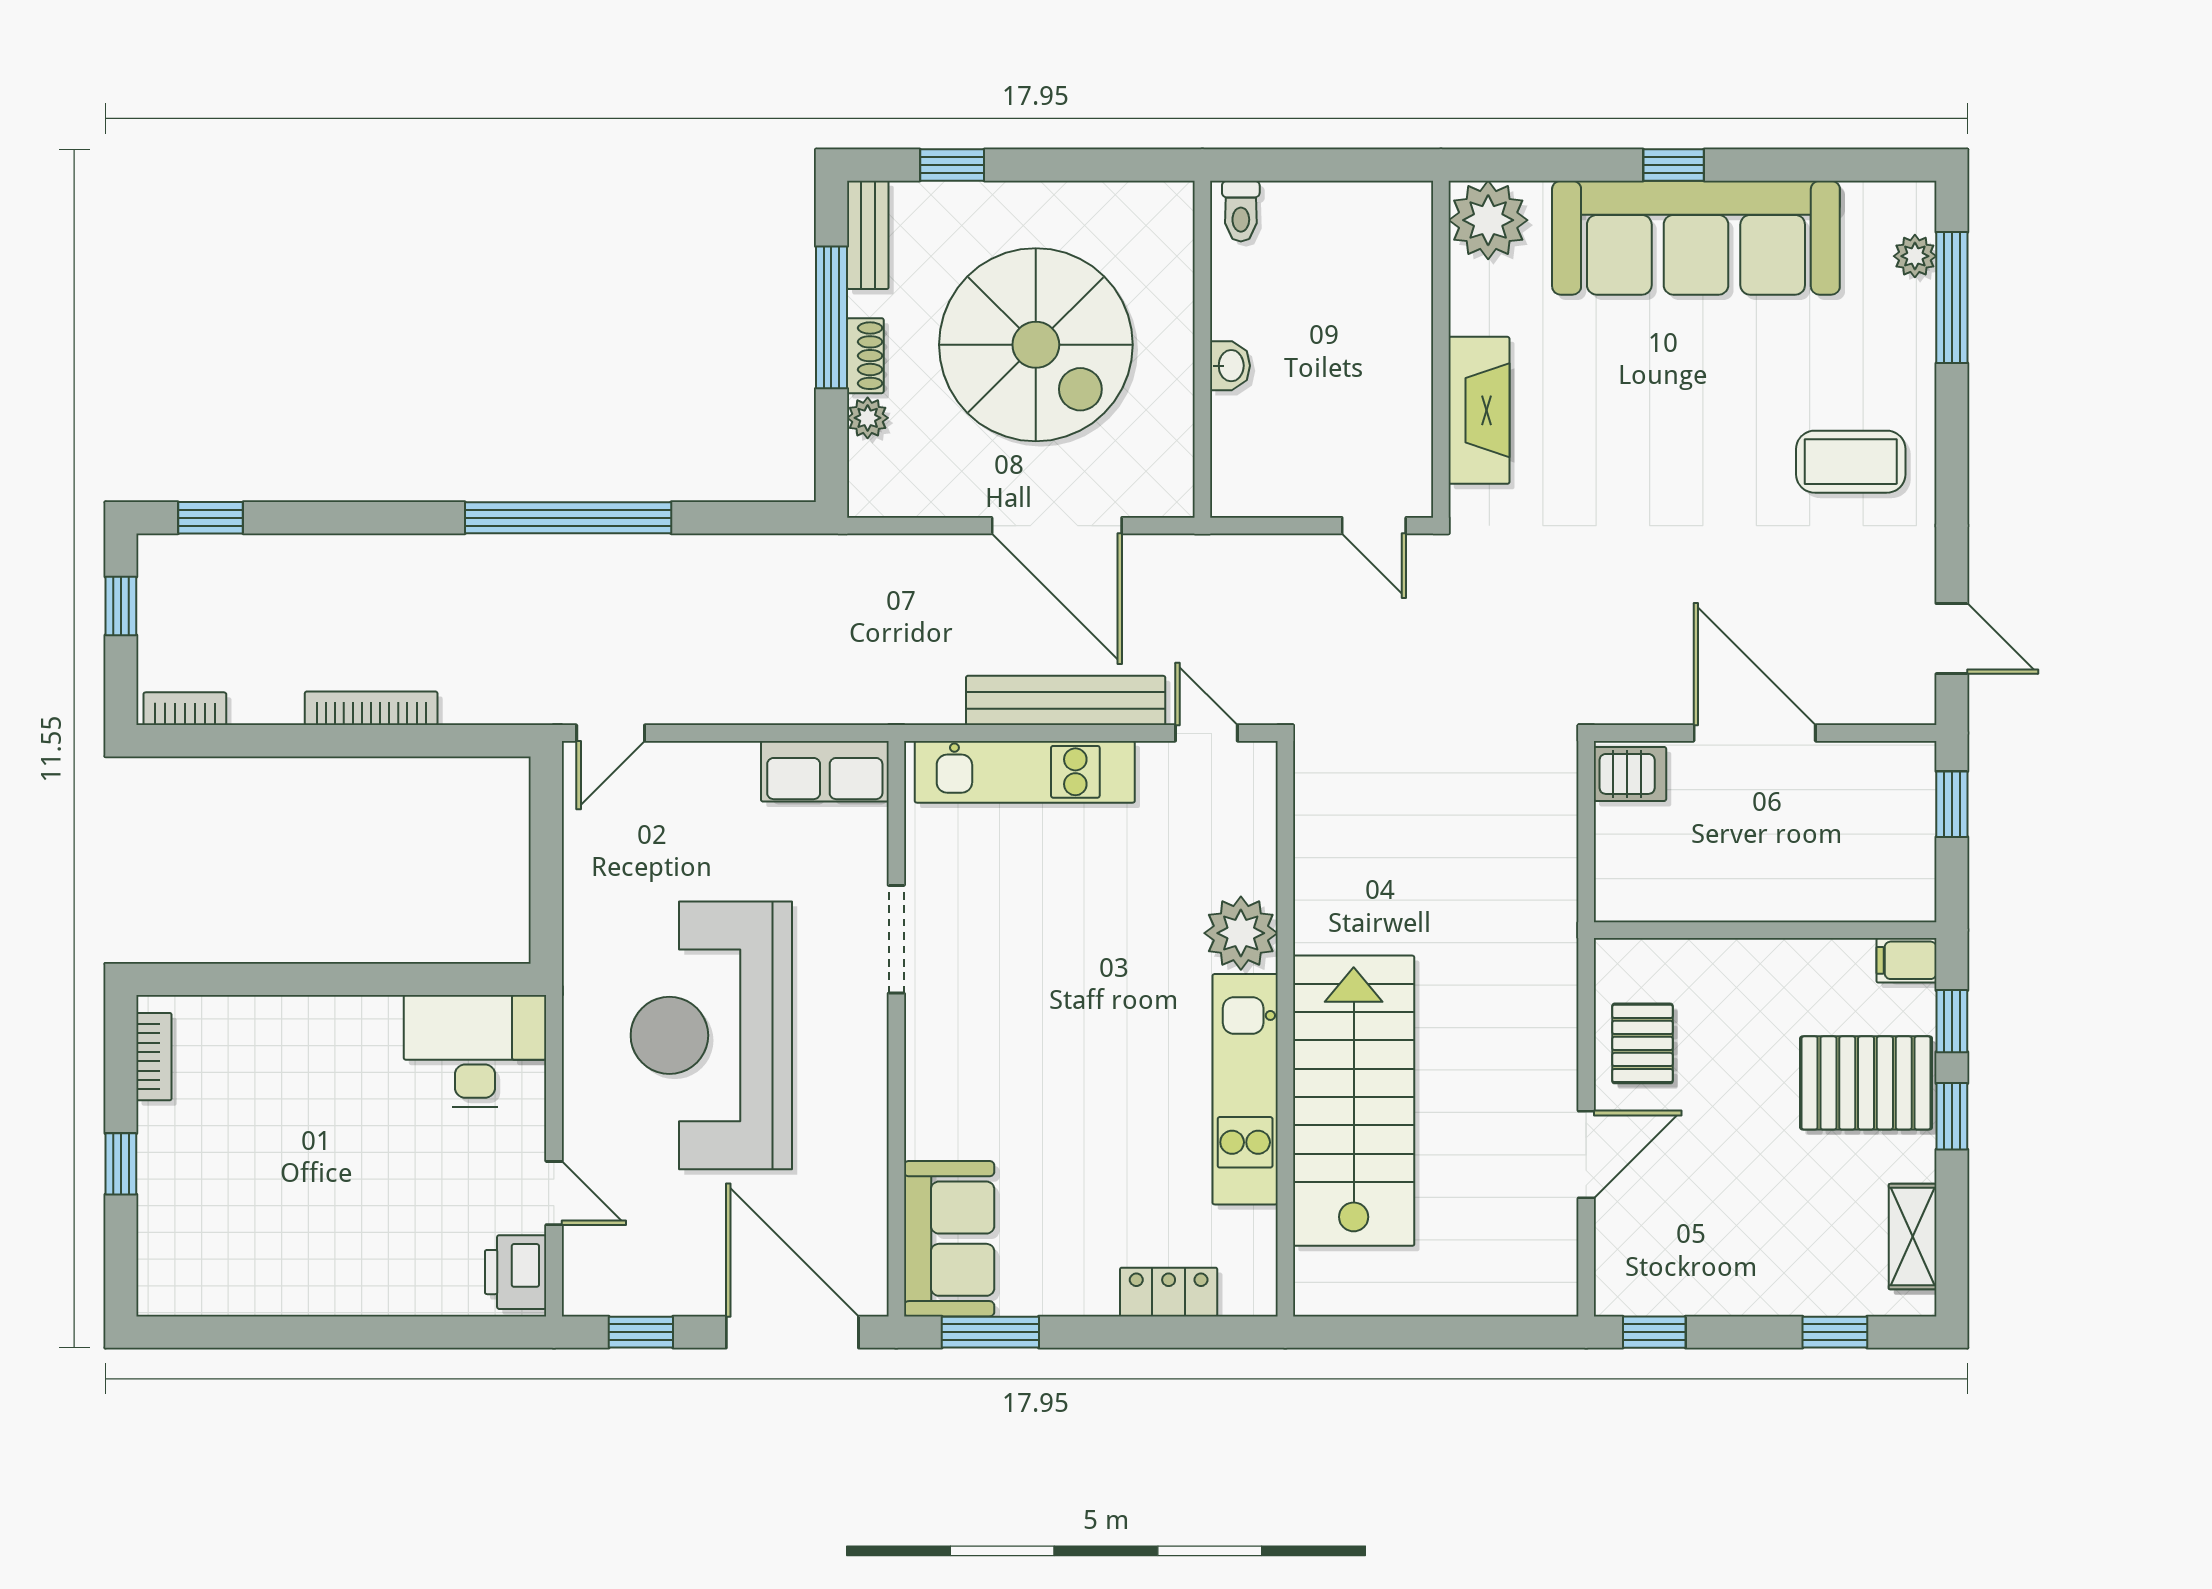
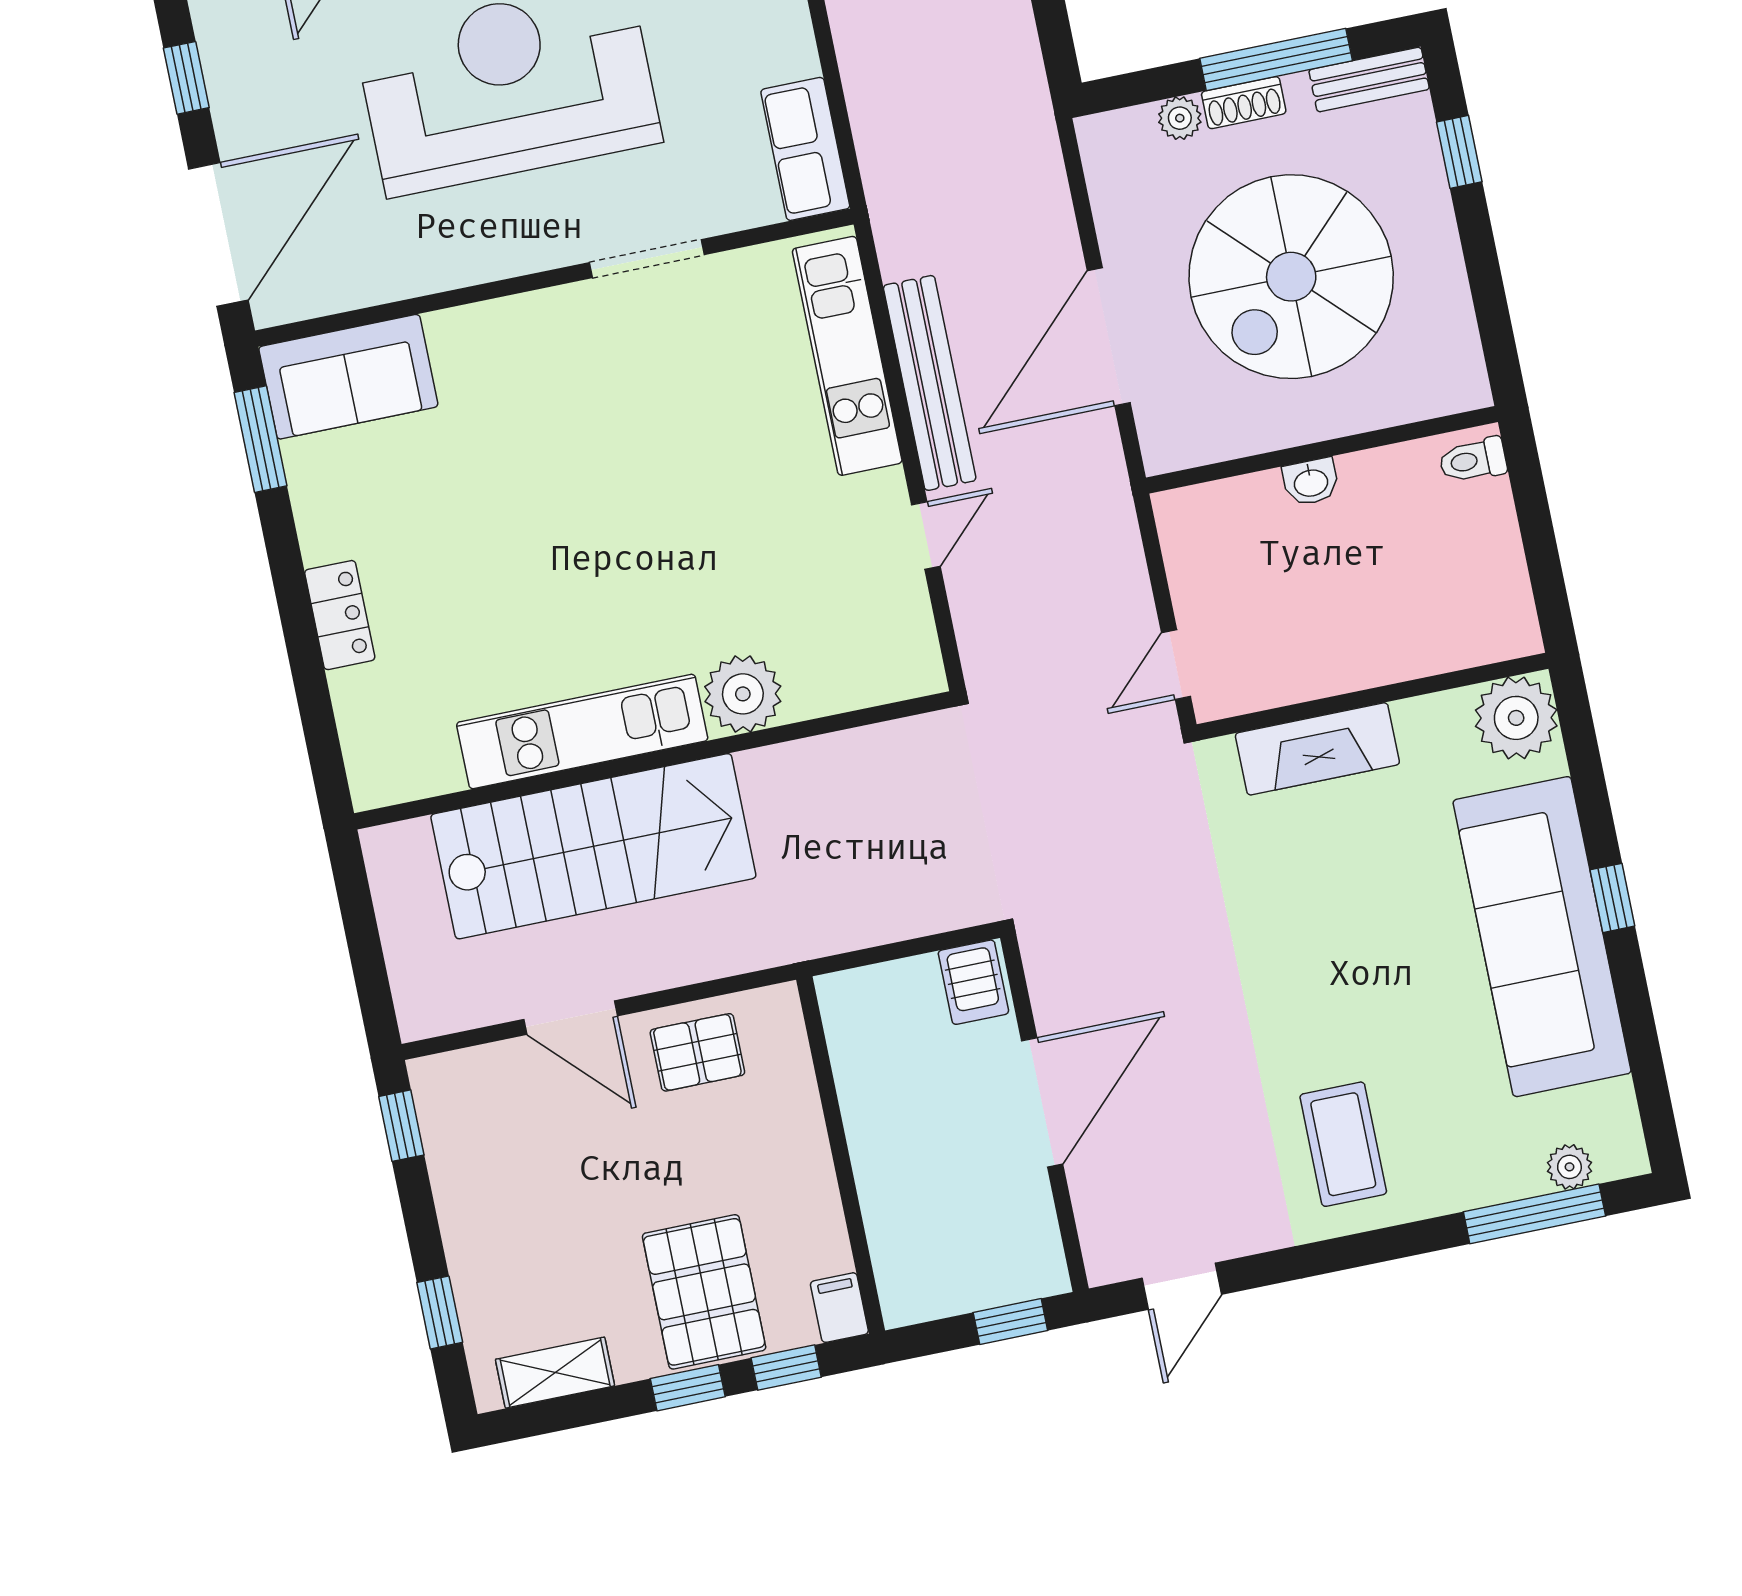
plant: (1241, 933) -> (743, 694), moved
wall: (1285, 1029) -> (653, 760), moved
kitchen unit: (1245, 1089) -> (582, 732), moved
stairs: (1354, 1101) -> (593, 846), moved

